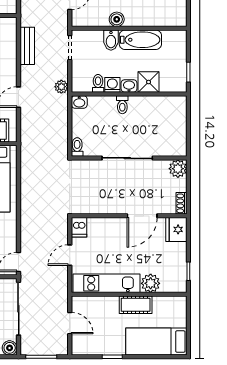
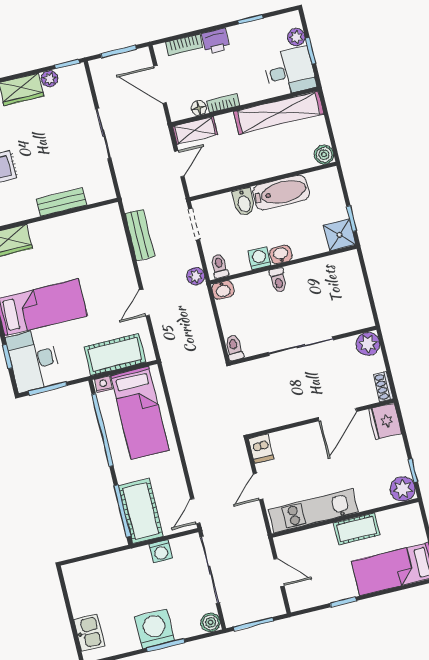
boiler: (117, 19) -> (324, 155), moved
shower: (149, 82) -> (340, 235), moved
toilet: (98, 83) -> (219, 266), moved
plant: (151, 283) -> (403, 489), moved

